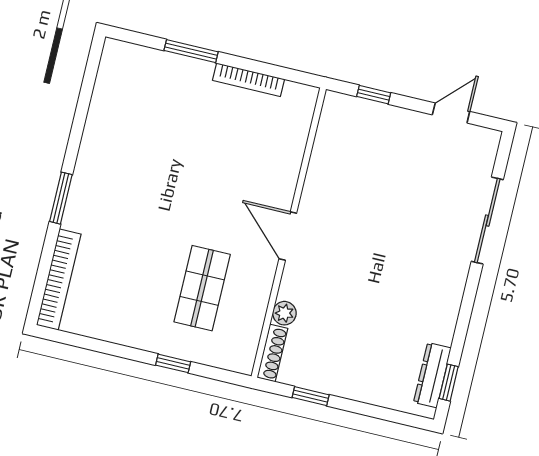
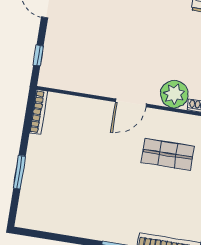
bookcase: (249, 80) -> (38, 112), moved
plant: (284, 313) -> (174, 94), width x1.88, depth x1.88

